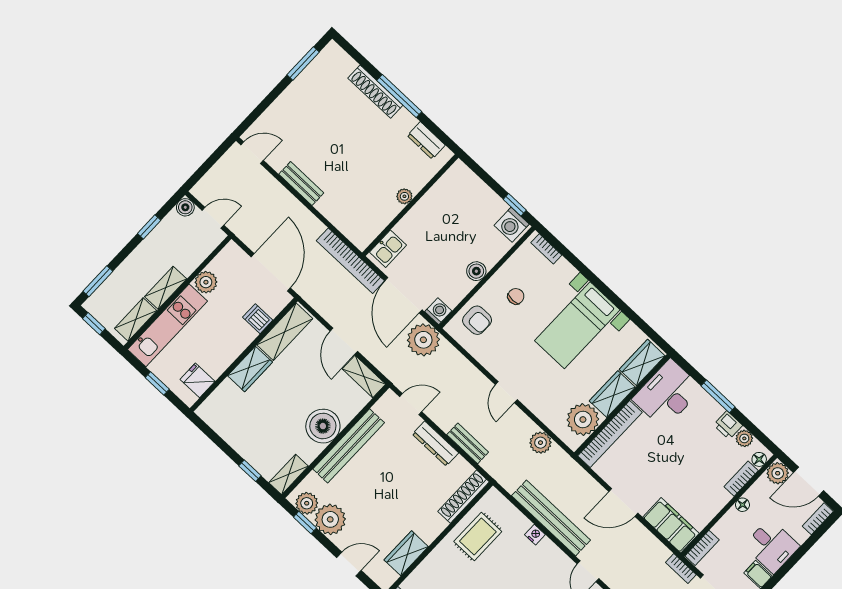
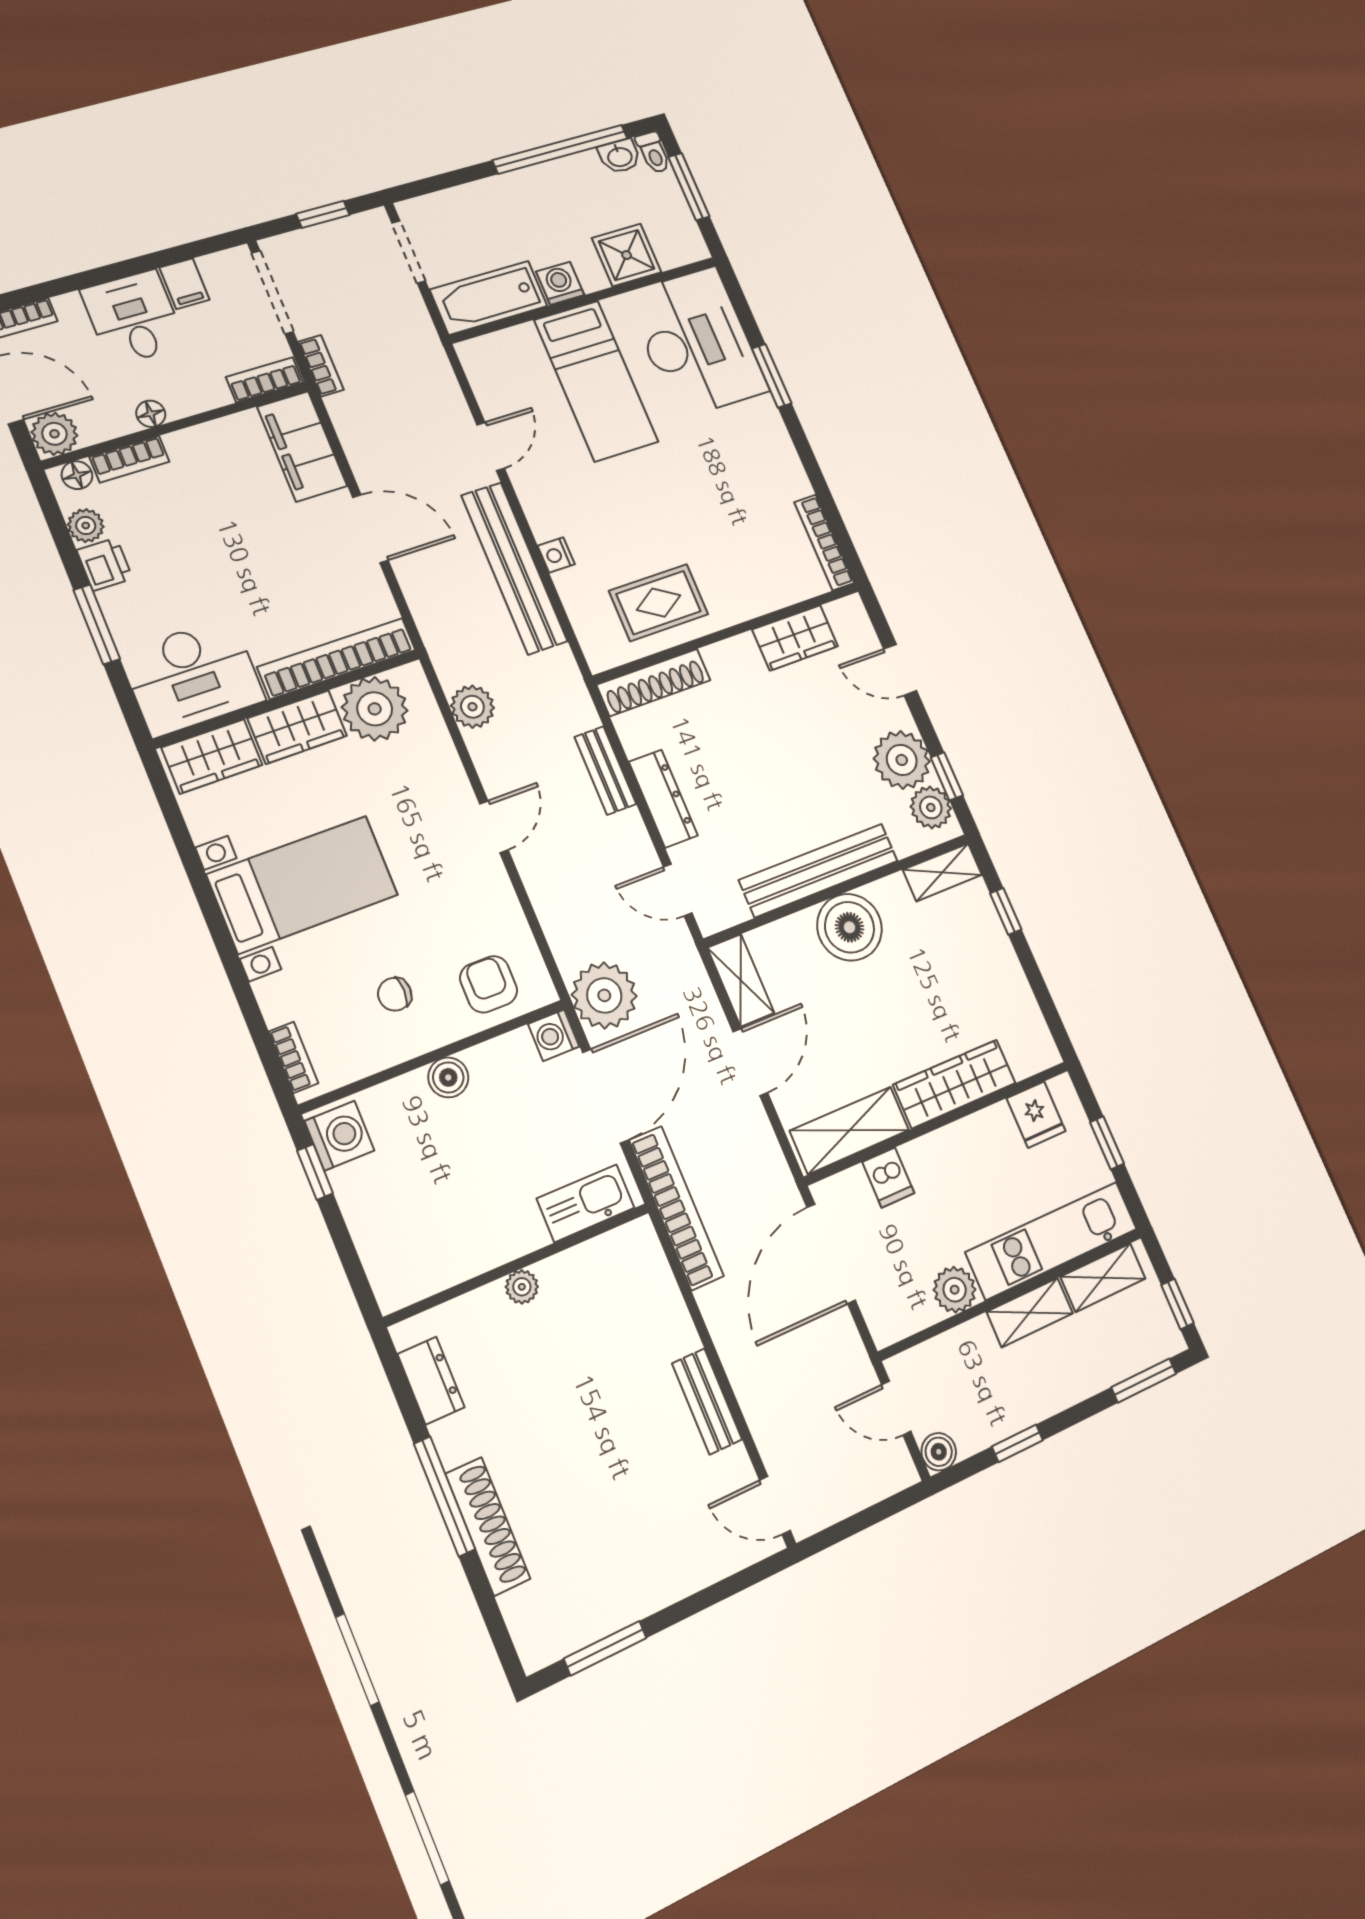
kitchen sink: (388, 249) -> (586, 1203), width x1.38
wardrobe: (250, 369) -> (954, 1084), width x1.50

